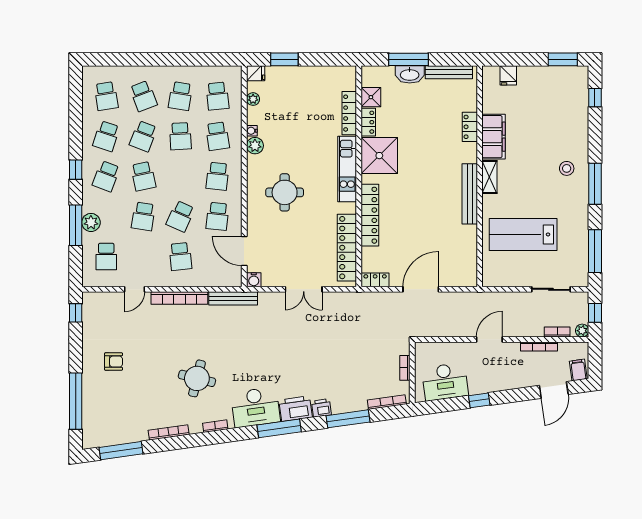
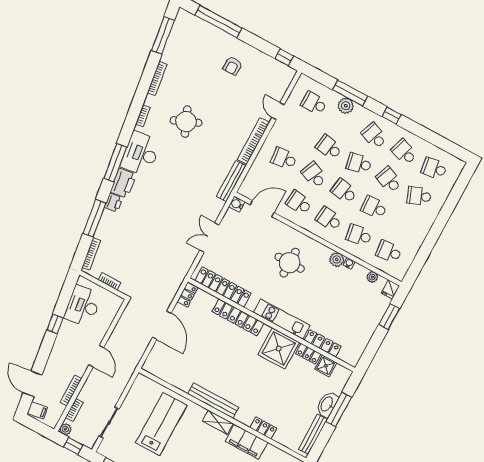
school desk: (180, 96) -> (344, 191), moved
round table: (197, 378) -> (186, 122), turned -37

